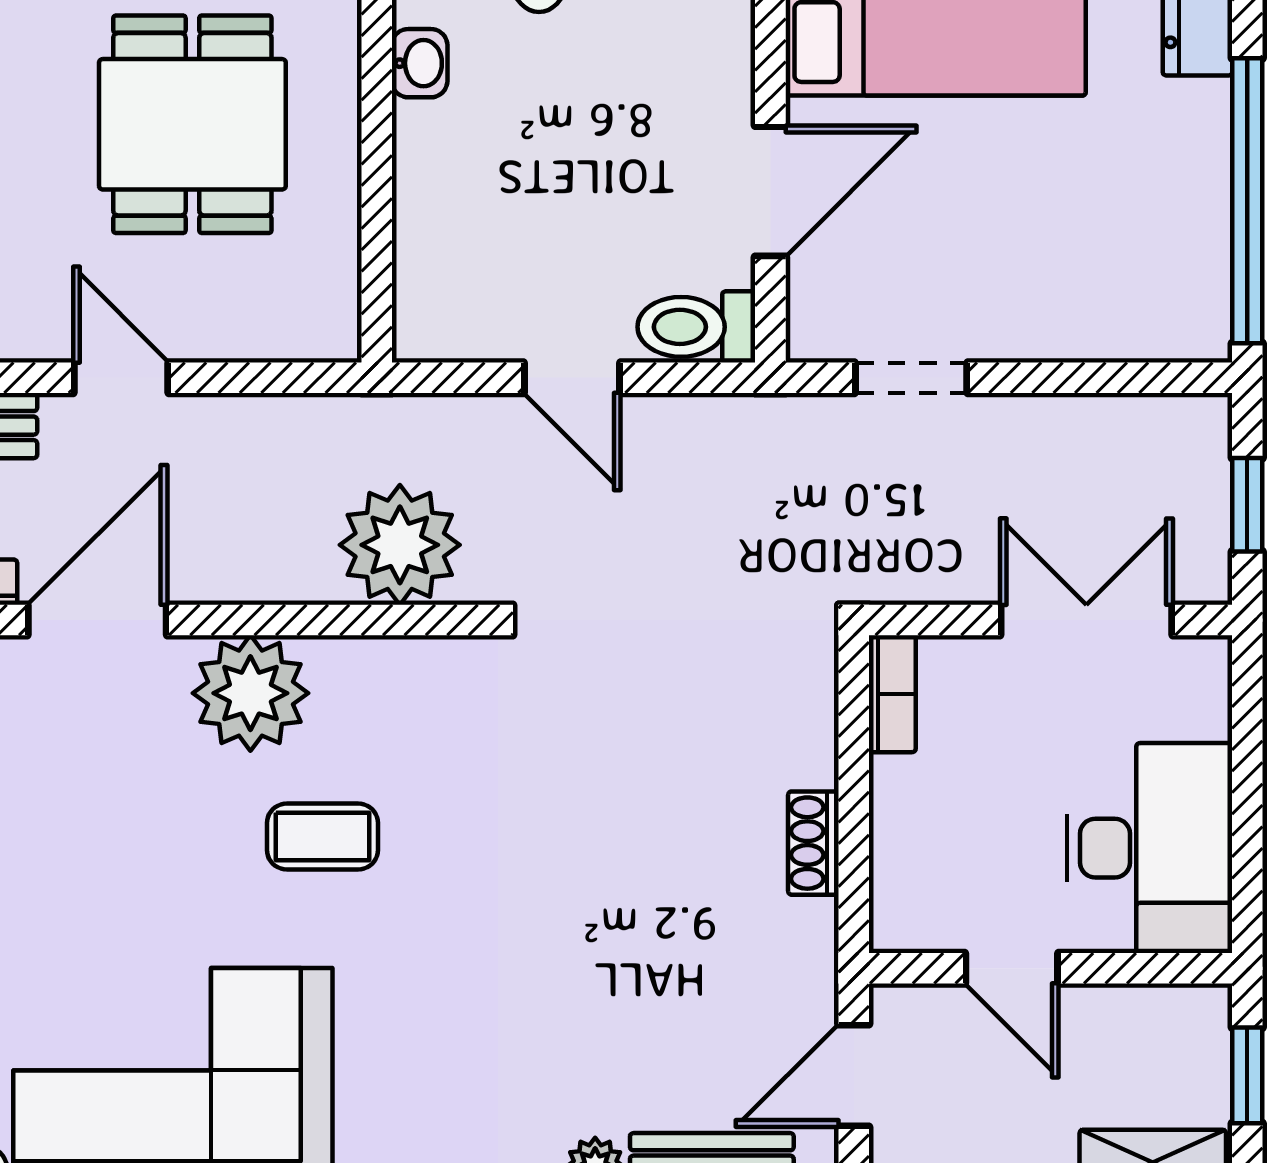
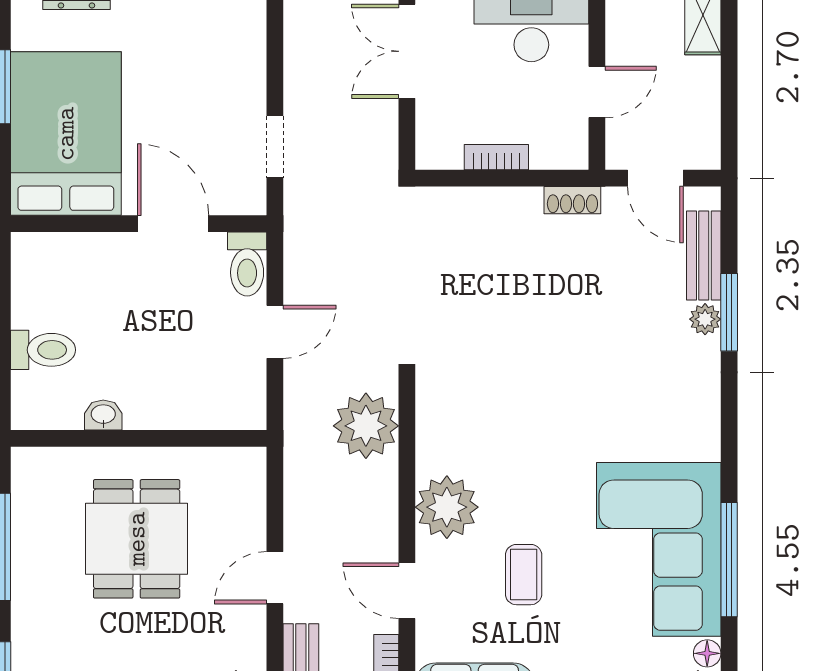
dining table: (192, 124) -> (137, 539), turned 90
door: (97, 620) -> (407, 591), width x0.73
bookcase: (892, 694) -> (496, 157), moved
coffee table: (322, 836) -> (524, 575), moved
shoe rack: (813, 843) -> (572, 200), moved

